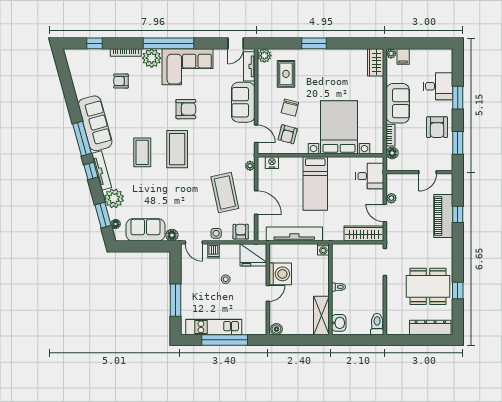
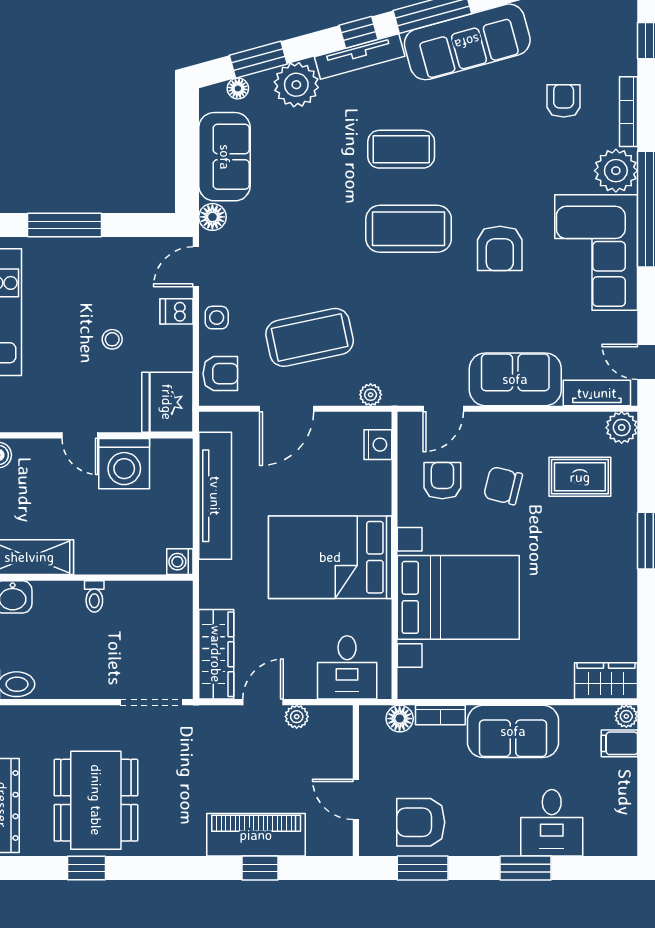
armchair: (437, 127) -> (421, 822), moved
armchair: (288, 134) -> (442, 481), turned 75
bed: (315, 184) -> (330, 557), width x1.50

